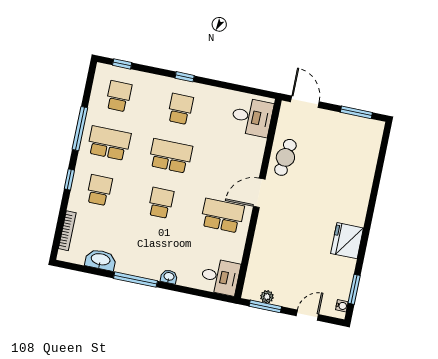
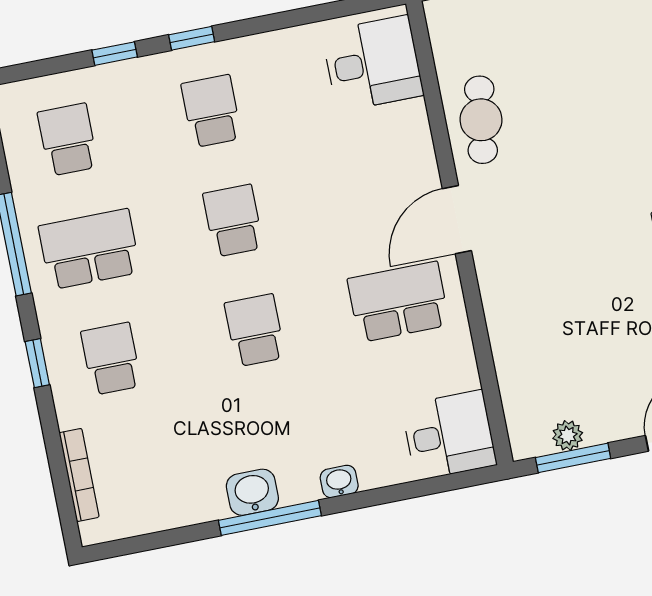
window: (122, 64) -> (115, 54), moved
school desk: (171, 156) -> (233, 221), width x0.54
washbasin: (100, 260) -> (252, 492), moved, width x0.72

